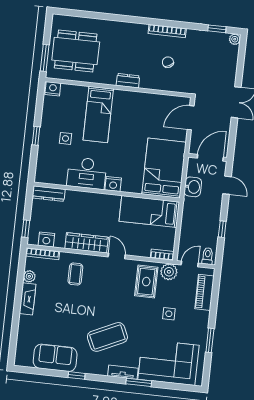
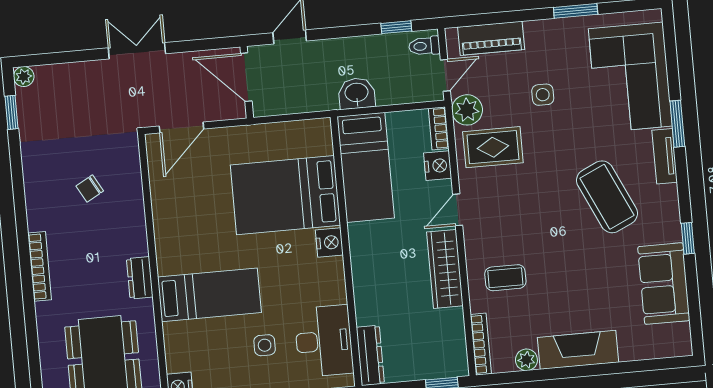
bookcase: (167, 31) -> (40, 266), moved
dresser: (128, 81) -> (140, 278), moved
door: (191, 118) -> (181, 127), hinge flipped
bed: (164, 168) -> (285, 195), moved
desk: (87, 173) -> (324, 341), moved
washbasin: (193, 187) -> (357, 93), moved
window: (222, 229) -> (396, 27), moved
nightstand: (46, 239) -> (438, 166), moved
door: (190, 264) -> (445, 75), swing flipped
fireplace: (28, 299) -> (578, 350), width x1.37, depth x1.32

